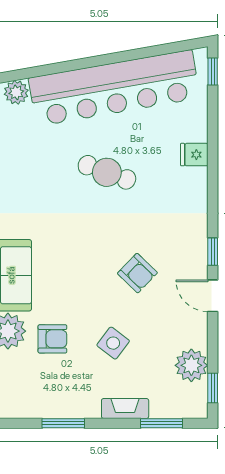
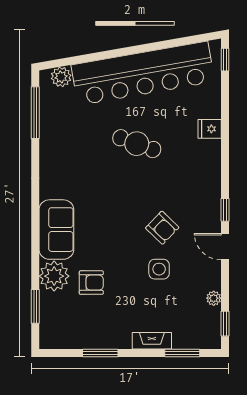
side table: (113, 343) -> (159, 269), moved, turned -37
plant: (191, 365) -> (214, 298), width x0.53, depth x0.53

